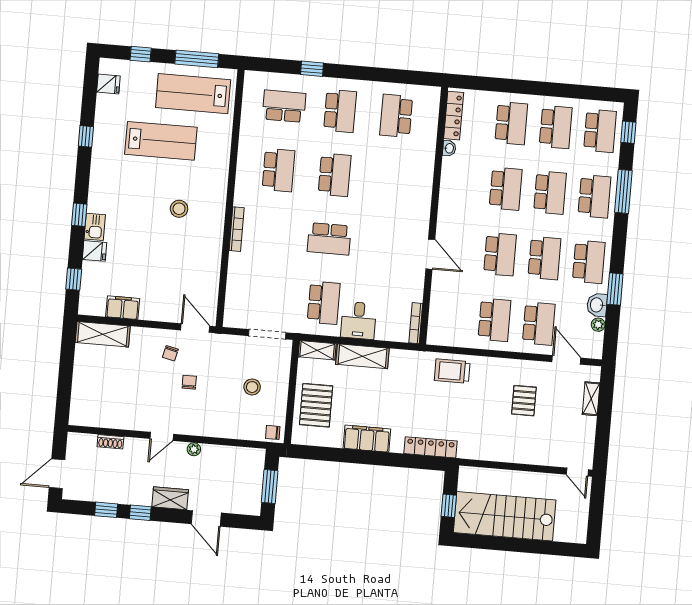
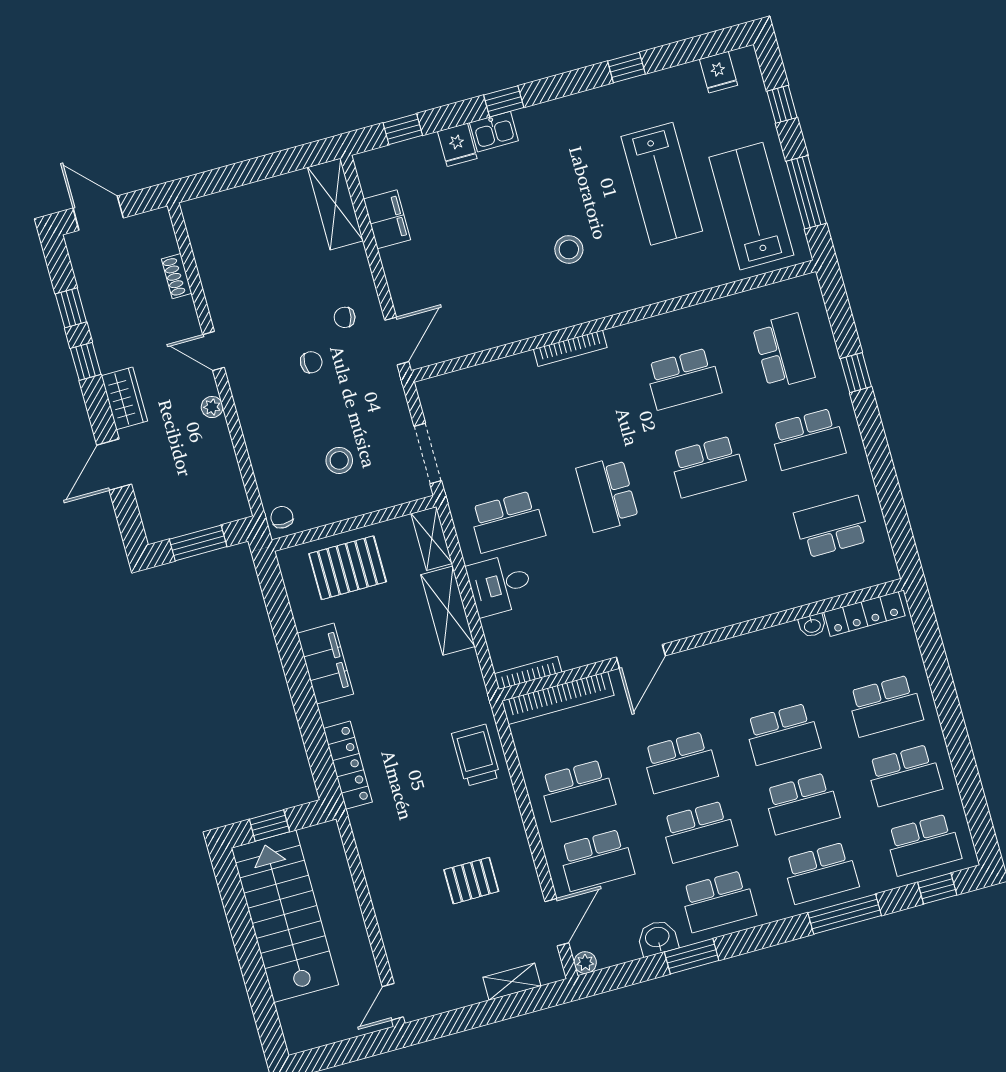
bookcase: (437, 311) -> (558, 698), added
plant: (598, 325) -> (585, 963), moved

